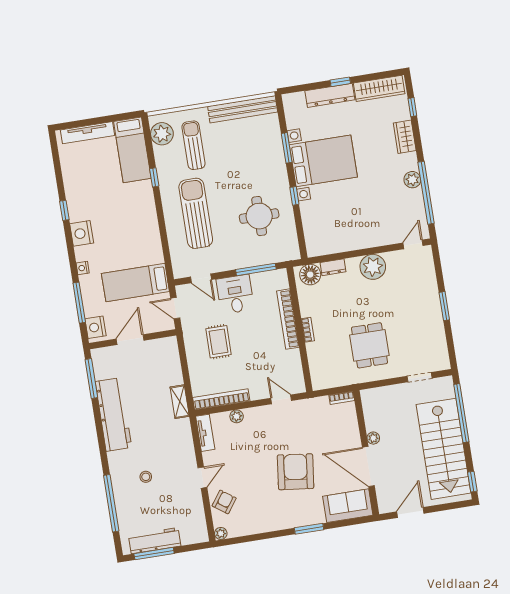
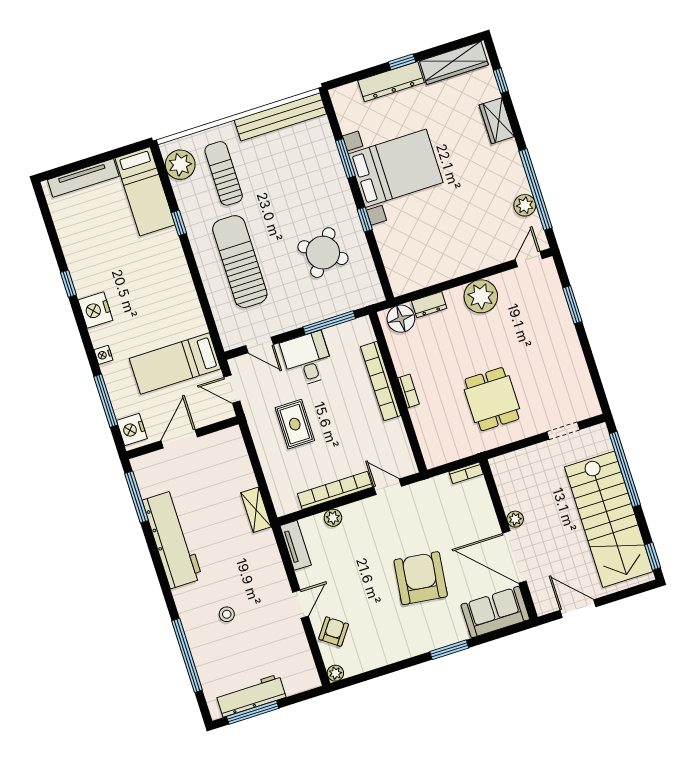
plant: (412, 180) -> (525, 205), moved
round table: (259, 216) -> (323, 253), turned 35
window: (444, 306) -> (572, 305), moved
bookcase: (221, 399) -> (335, 490), moved
door: (410, 512) -> (578, 609), hinge flipped

